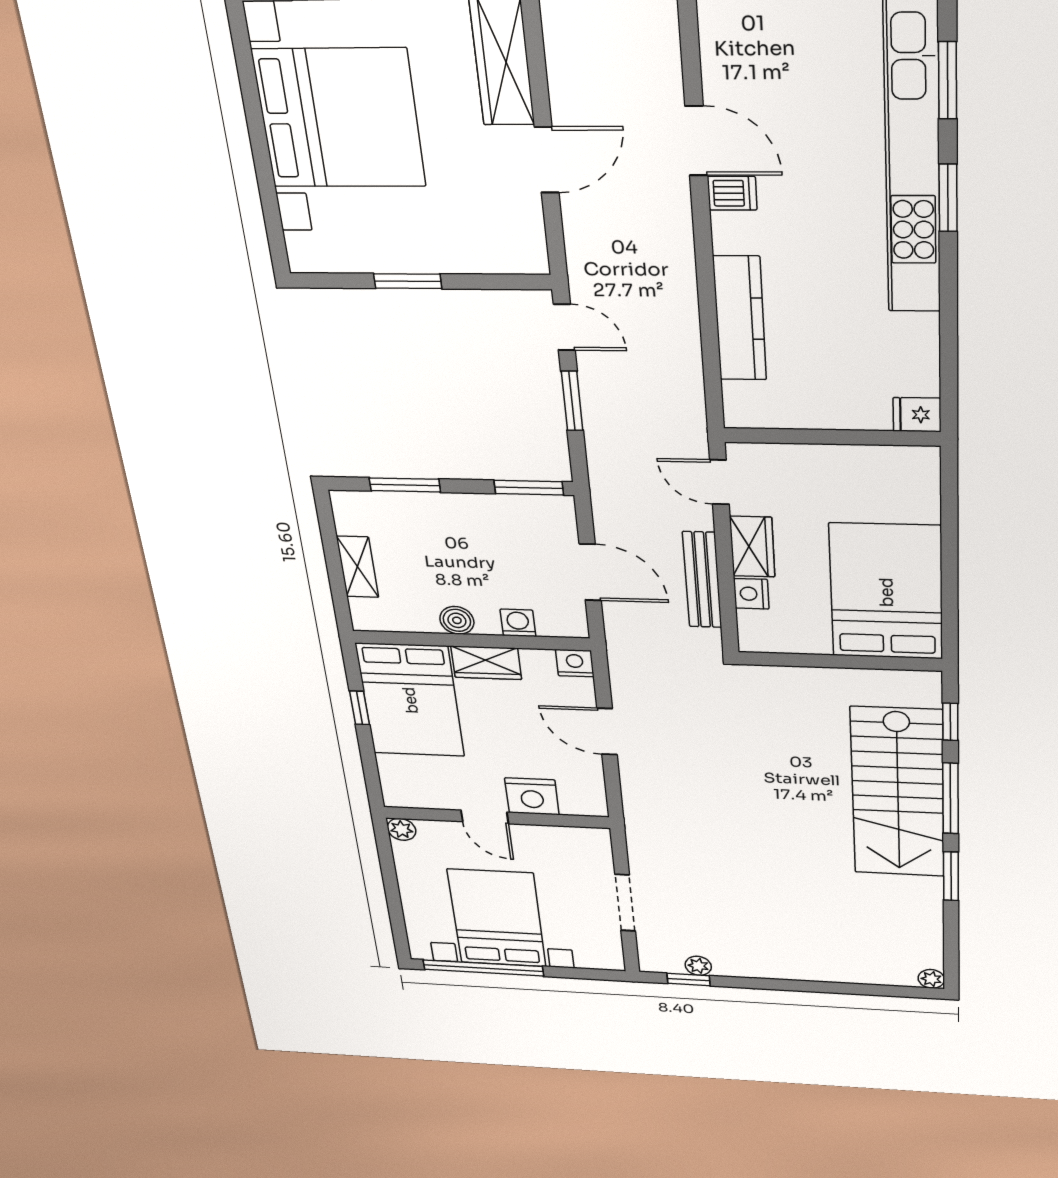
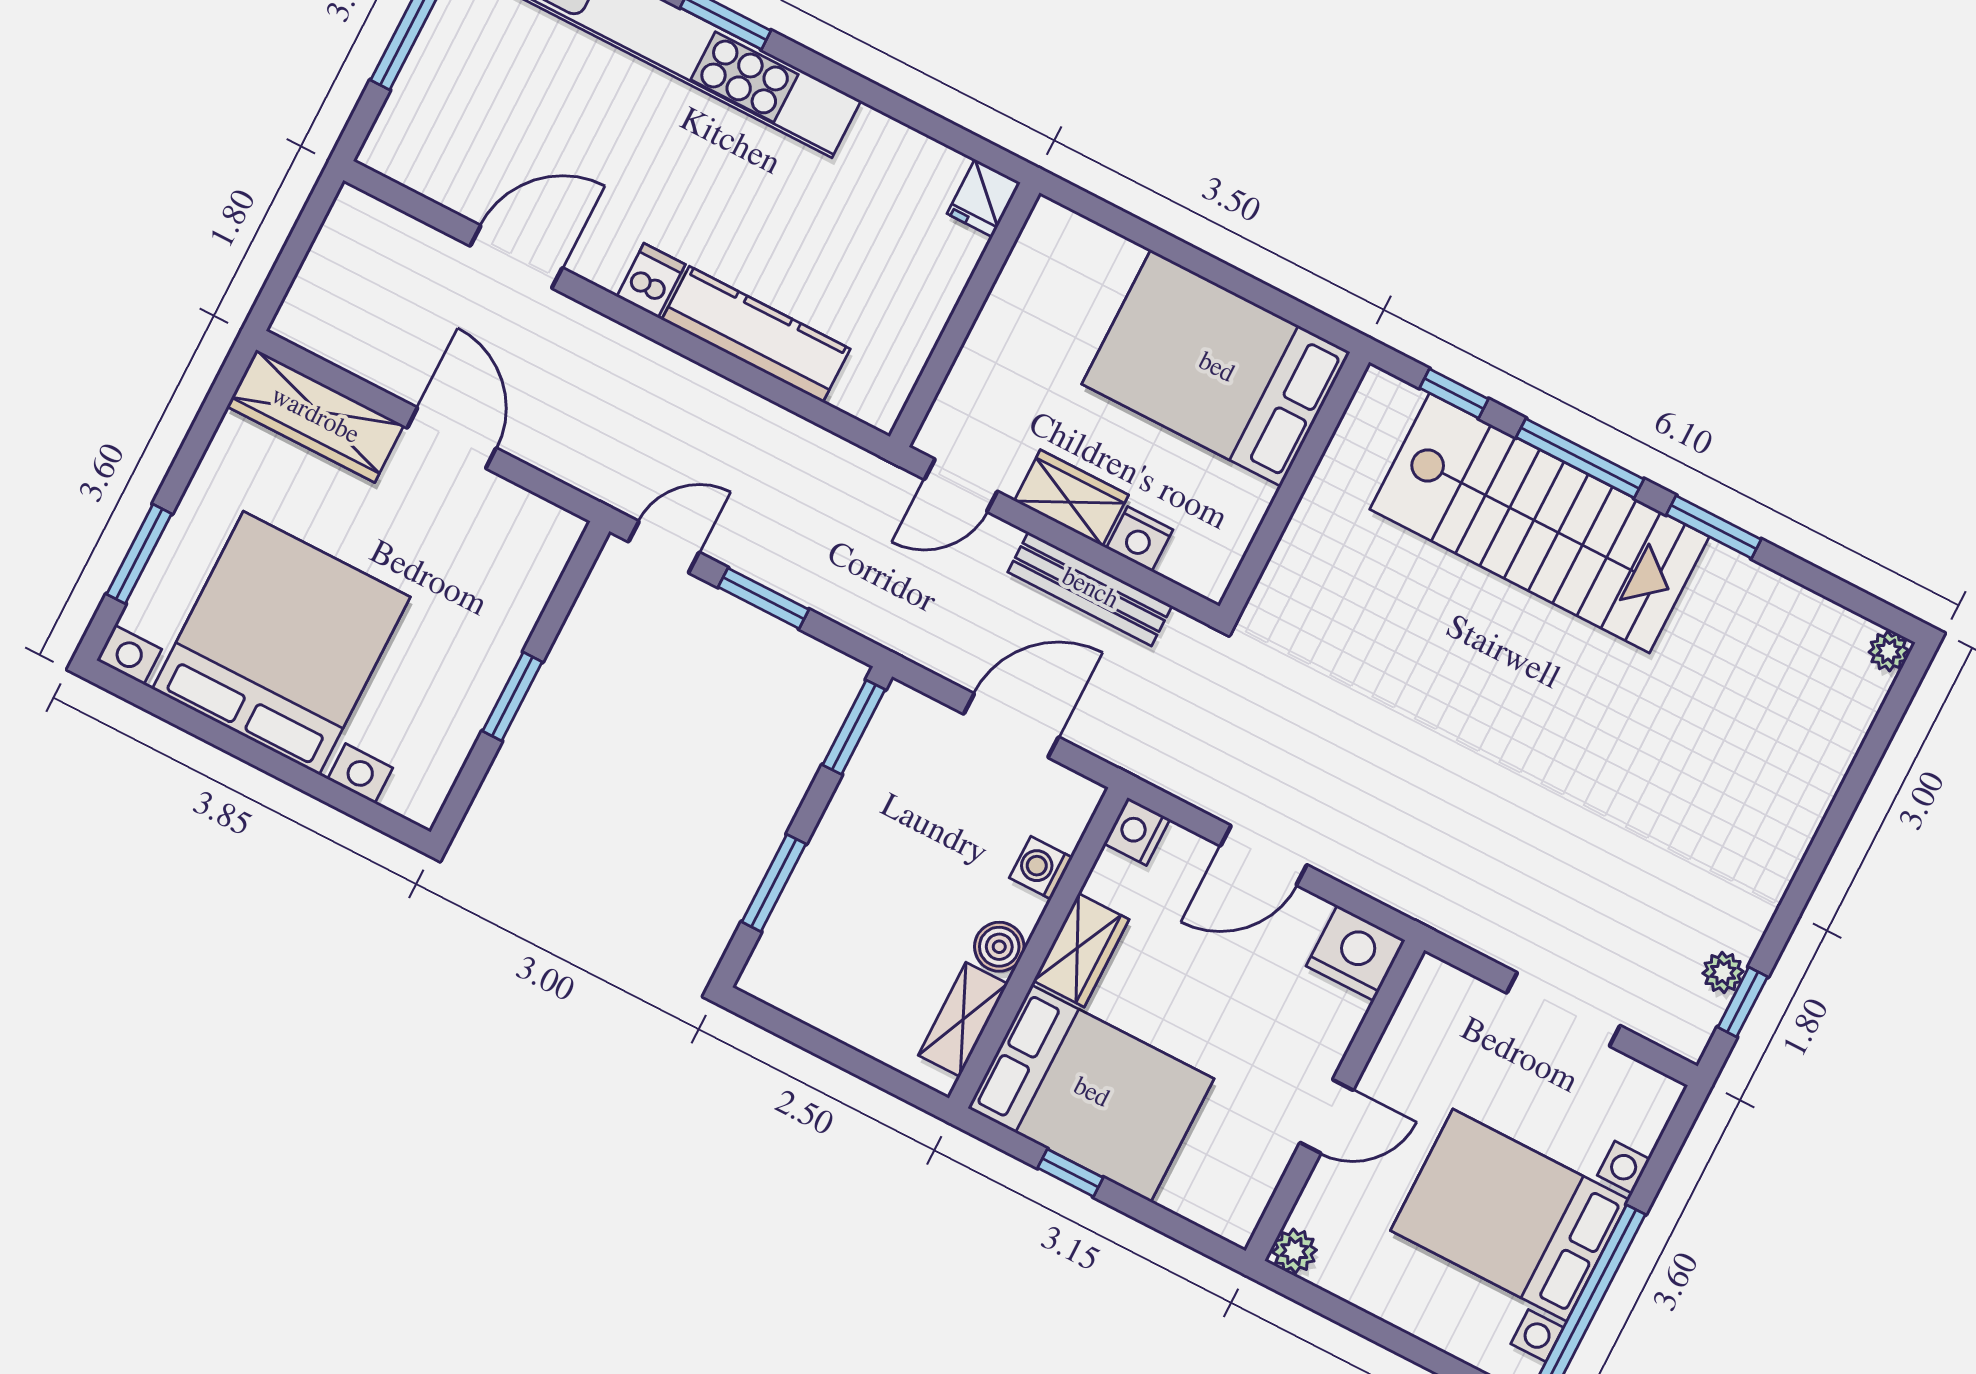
dishwasher: (732, 193) -> (651, 281), moved
shelving: (357, 567) -> (963, 1019), moved, turned 90
nightstand: (532, 796) -> (1356, 953), moved, turned -90

